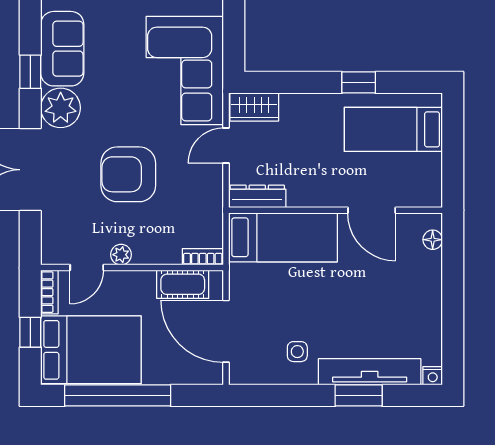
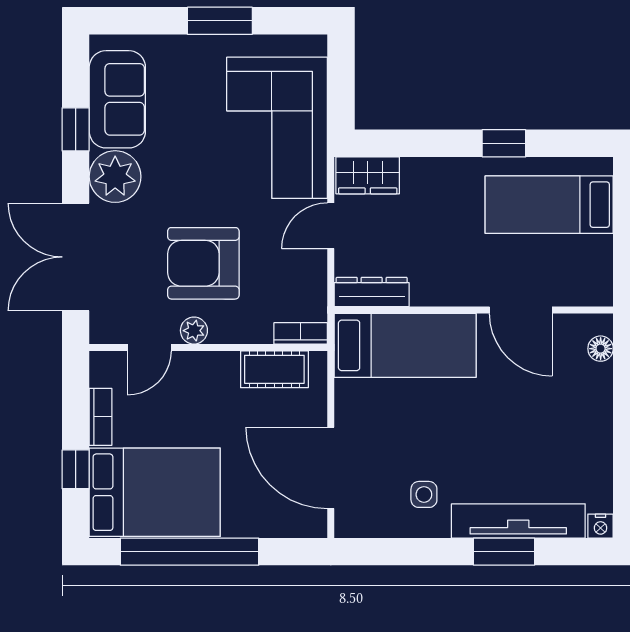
plant: (121, 255) -> (194, 331), moved
bookcase: (203, 257) -> (301, 333), moved
door: (87, 268) -> (149, 347), moved
wall: (132, 268) -> (208, 347), moved
cot: (183, 284) -> (274, 369), moved

